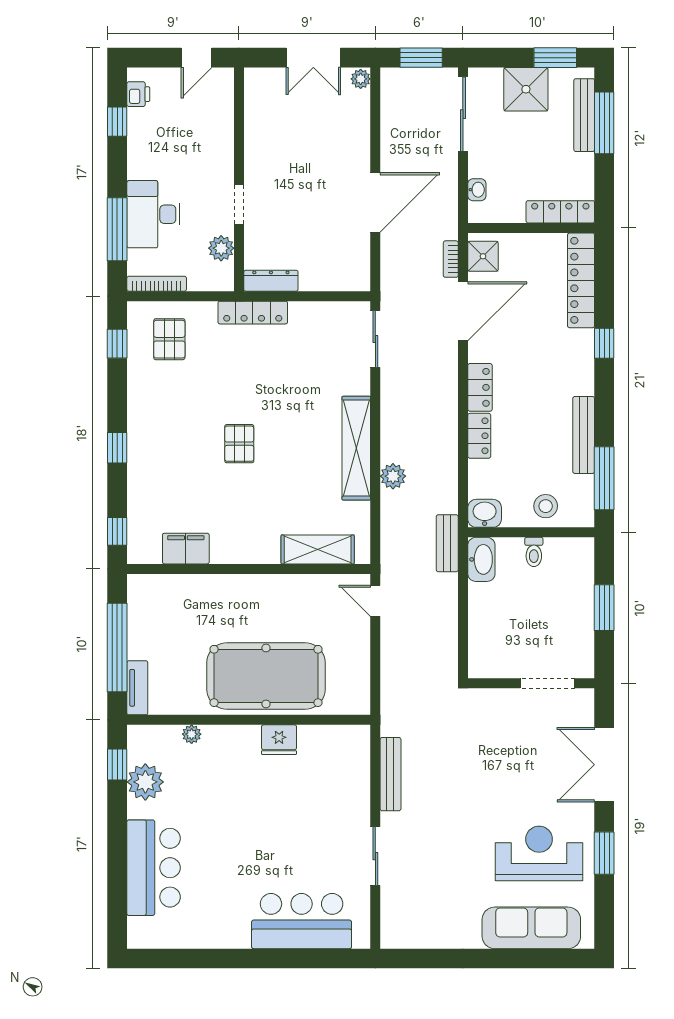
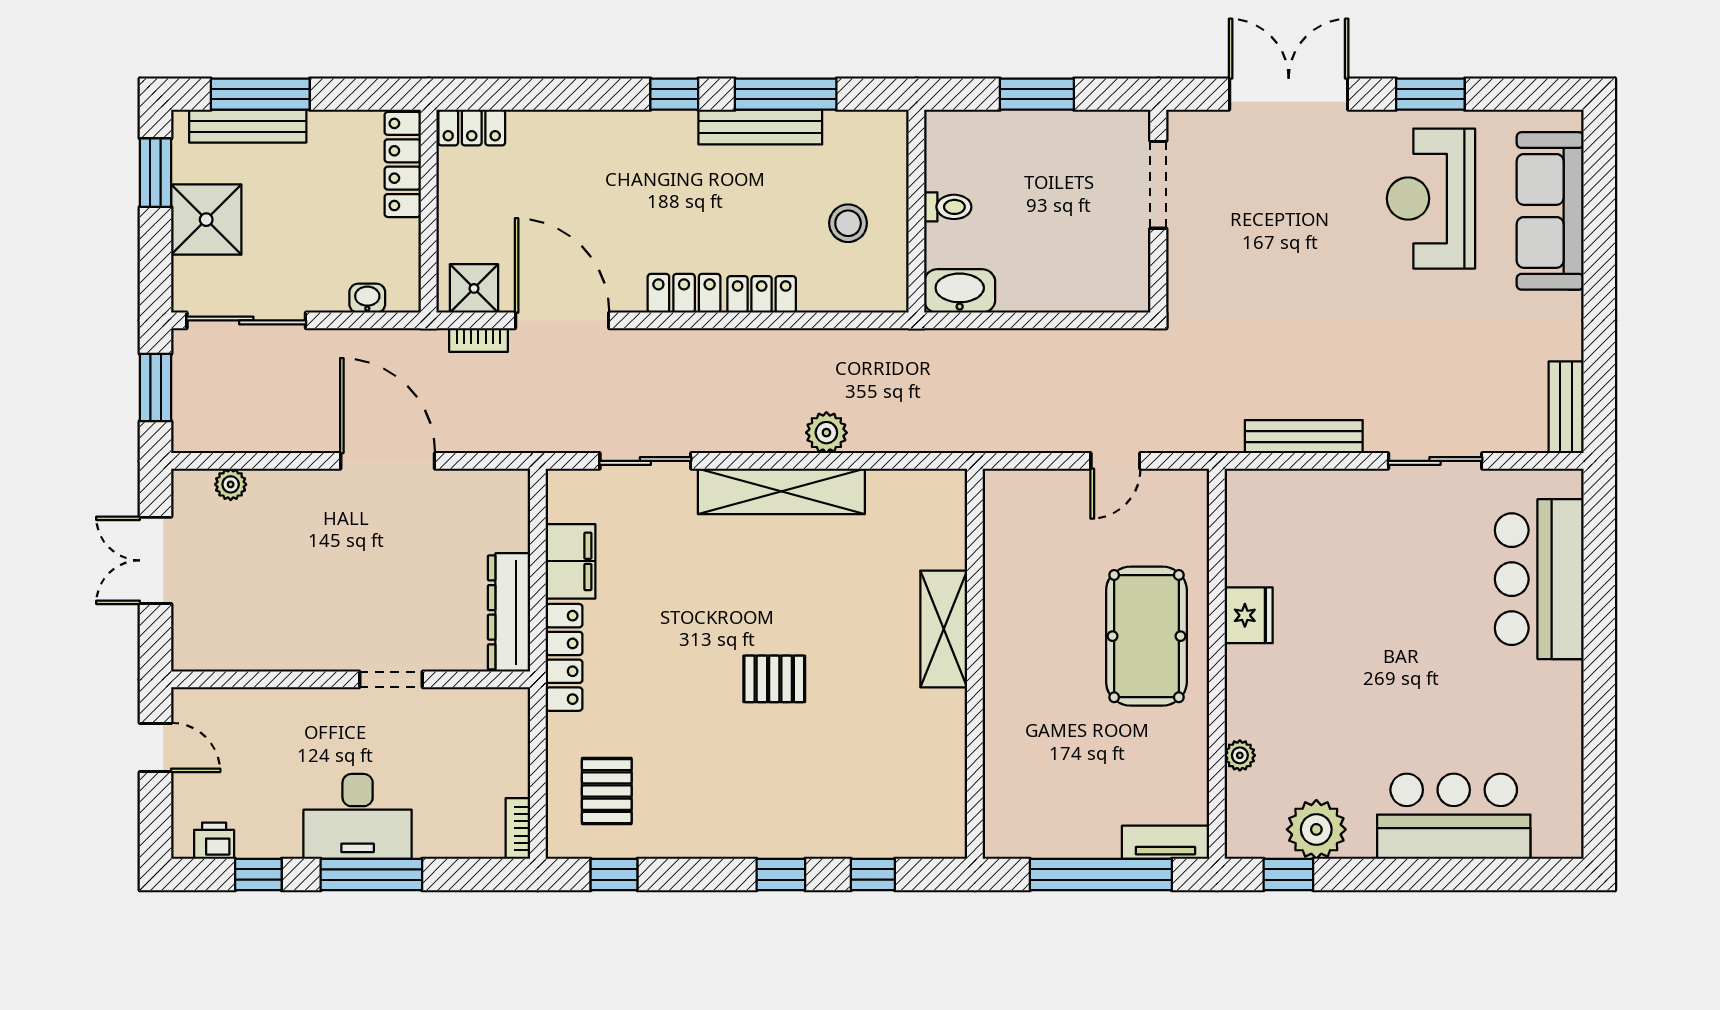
double door: (313, 58) -> (155, 560), swing flipped
plant: (361, 79) -> (231, 484), moved
desk: (153, 214) -> (358, 816), moved
window: (117, 229) -> (371, 875), moved
plant: (221, 248) -> (461, 708), removed
locker: (581, 280) -> (472, 128), width x0.46, depth x0.83
dresser: (271, 281) -> (509, 612), width x1.37, depth x1.24
bookcase: (157, 284) -> (518, 828), width x0.64
pallet: (169, 339) -> (607, 791), turned 90
sliding door: (375, 339) -> (645, 461), moved
window: (604, 343) -> (674, 94), moved
window: (604, 478) -> (786, 94), moved
stool: (546, 506) -> (848, 223), moved
washbasin: (485, 513) -> (886, 286), removed
window: (117, 531) -> (873, 875), moved
bench: (447, 543) -> (1566, 407), moved, turned 90
filing cabinet: (186, 549) -> (571, 561), moved, turned 180
shelving: (318, 549) -> (944, 629), moved
door: (375, 601) -> (1115, 461), moved
pool table: (266, 676) -> (1146, 636), width x0.73, depth x0.76
double door: (604, 765) -> (1289, 94), swing flipped

